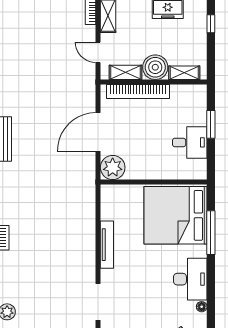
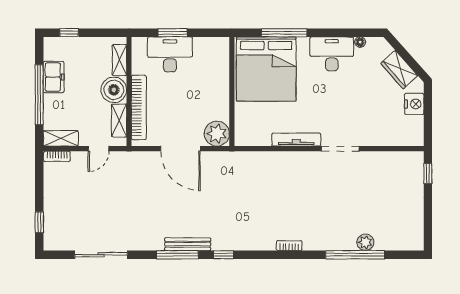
desk: (190, 142) -> (170, 54), moved, width x1.37
doorway: (98, 302) -> (340, 149), moved

